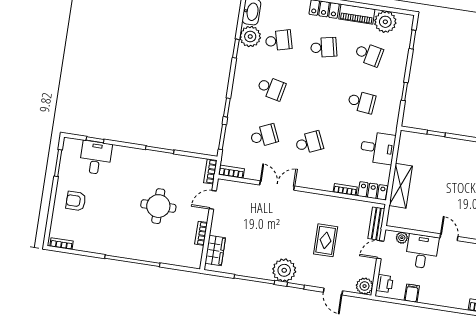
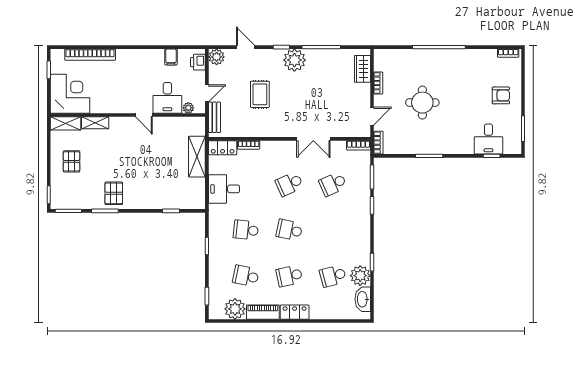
school desk: (271, 88) -> (289, 230), moved

